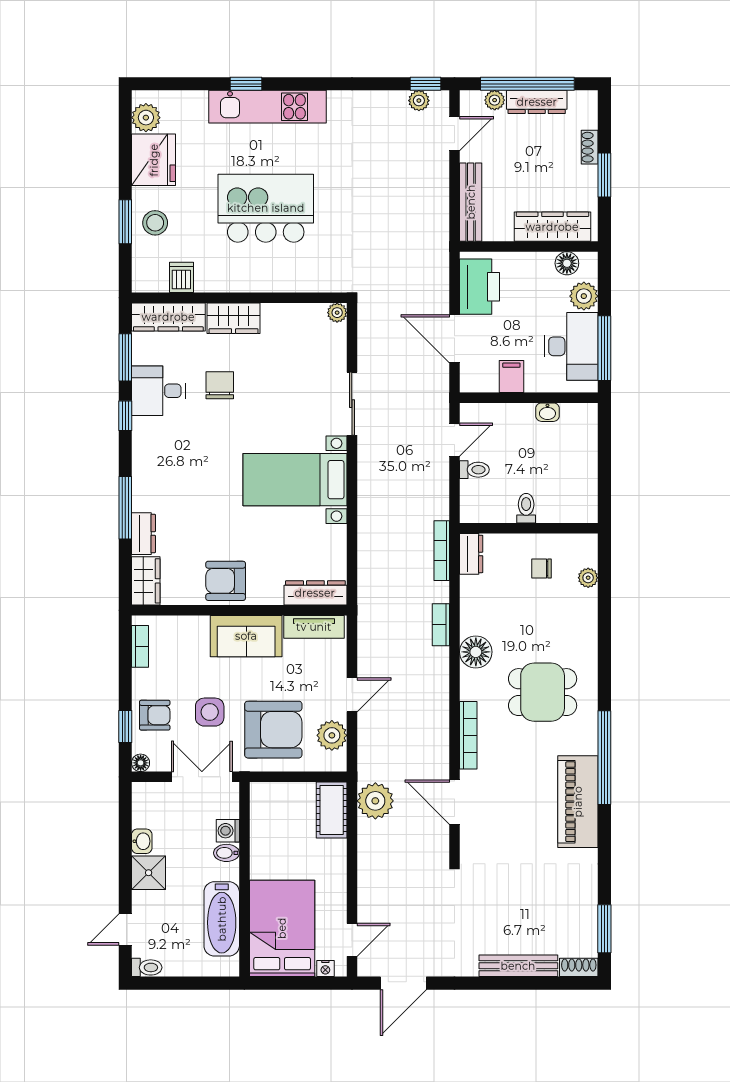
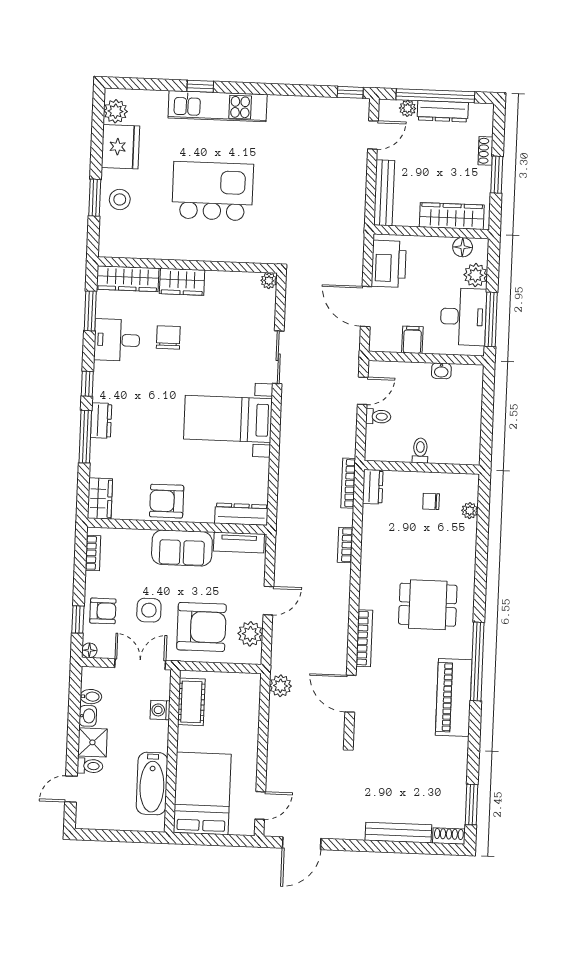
plant: (419, 101) -> (344, 106), removed
dishwasher: (181, 277) -> (140, 246), removed
window: (125, 416) -> (87, 384), moved
dresser: (143, 534) -> (101, 421), moved
floor lamp: (476, 652) -> (373, 569), removed
plant: (375, 801) -> (280, 686), width x0.73, depth x0.73
cot: (332, 810) -> (191, 702), moved
bidet: (226, 853) -> (91, 697), moved, turned 180
toilet: (147, 967) -> (90, 766), moved
nightstand: (325, 969) -> (237, 828), removed

